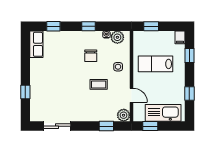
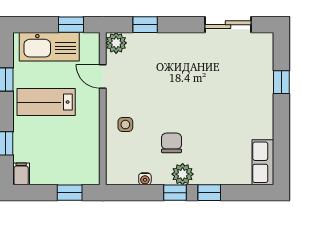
window: (53, 26) -> (209, 193), moved
plant: (117, 37) -> (183, 174), moved
lab bench: (156, 64) -> (46, 102), moved, turned 180
coffee table: (99, 84) -> (158, 95), removed

